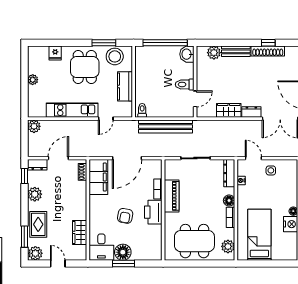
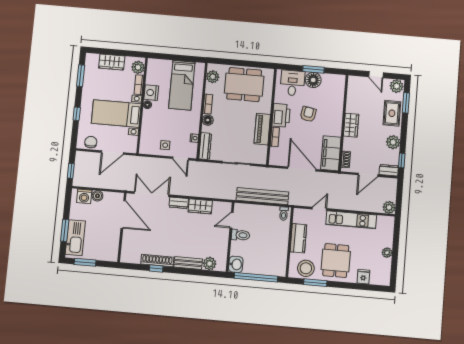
door: (127, 158) -> (302, 169), hinge flipped
wardrobe: (80, 232) -> (351, 125), moved
desk: (101, 247) -> (292, 83), moved

